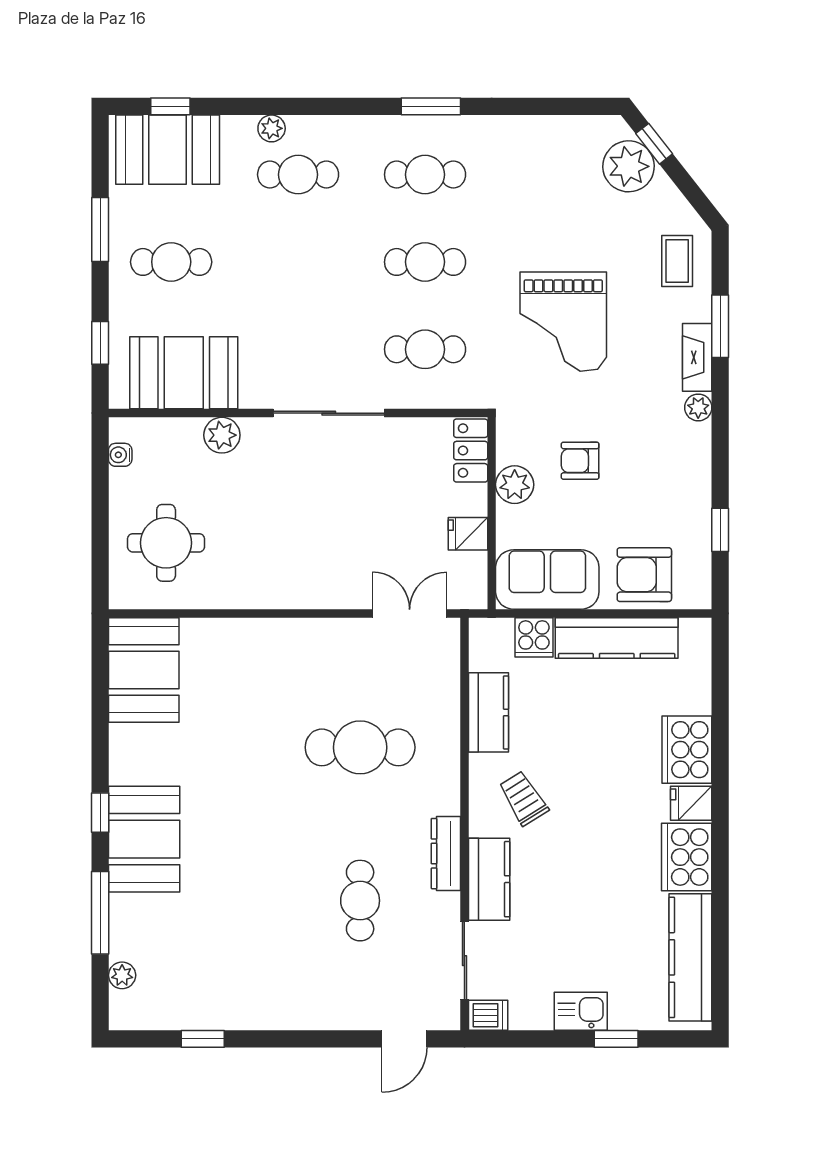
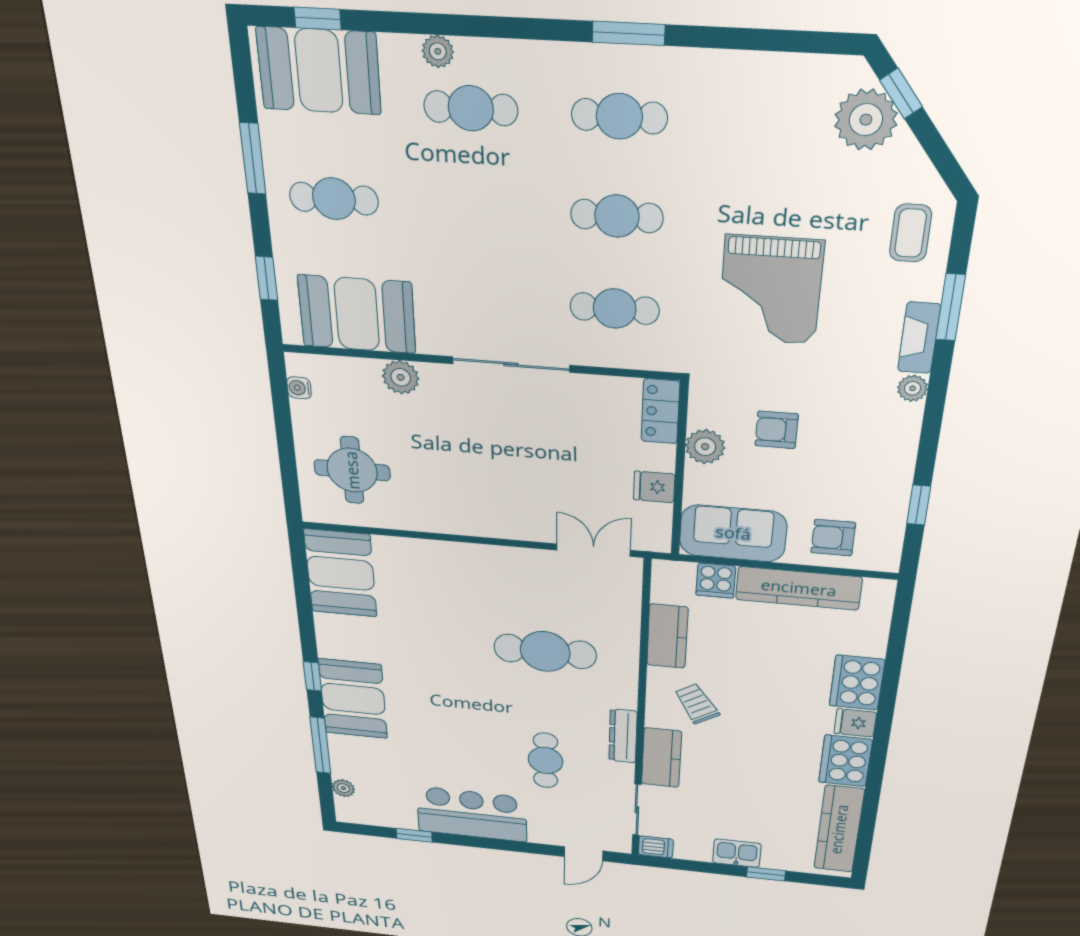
armchair: (644, 575) -> (833, 538), width x0.72, depth x0.72
bar counter: (274, 995) -> (472, 814), added

